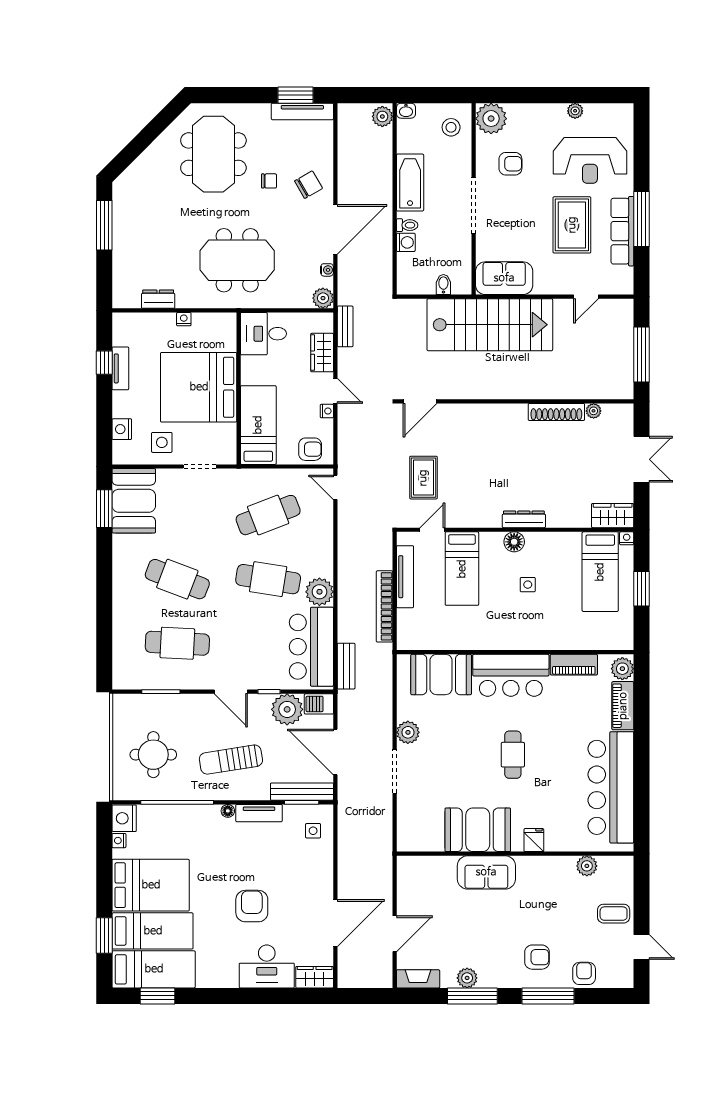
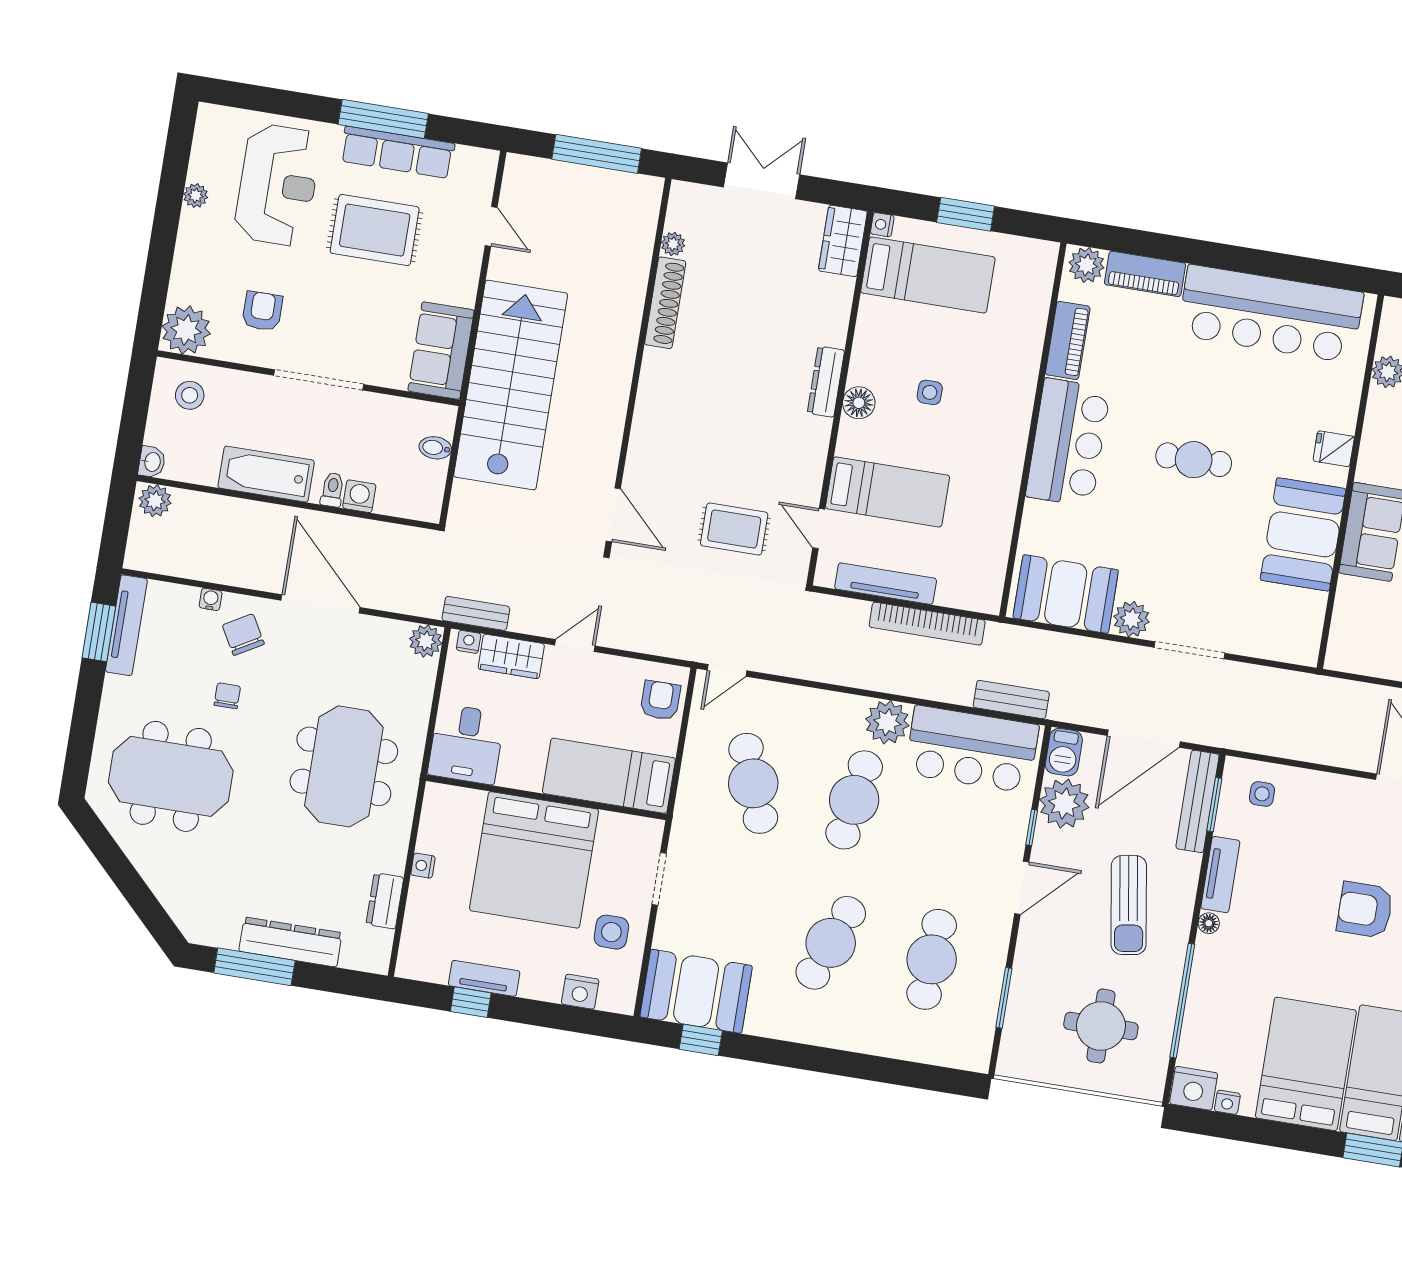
dresser: (123, 245) -> (290, 942), added
water cooler: (327, 270) -> (211, 599), moved
nightstand: (327, 411) -> (469, 642), moved
window: (104, 509) -> (701, 1040), width x0.67
booth: (441, 675) -> (1066, 594), moved, turned 90

